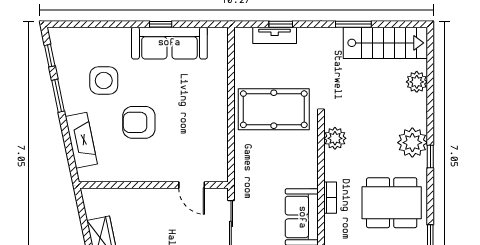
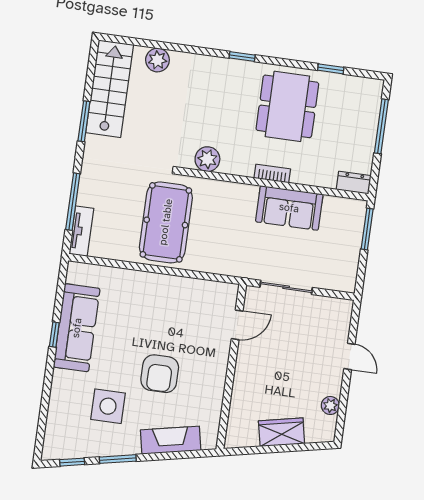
window: (281, 24) -> (73, 202), width x2.17
tv unit: (275, 35) -> (81, 231), moved
plant: (412, 143) -> (224, 74), removed

